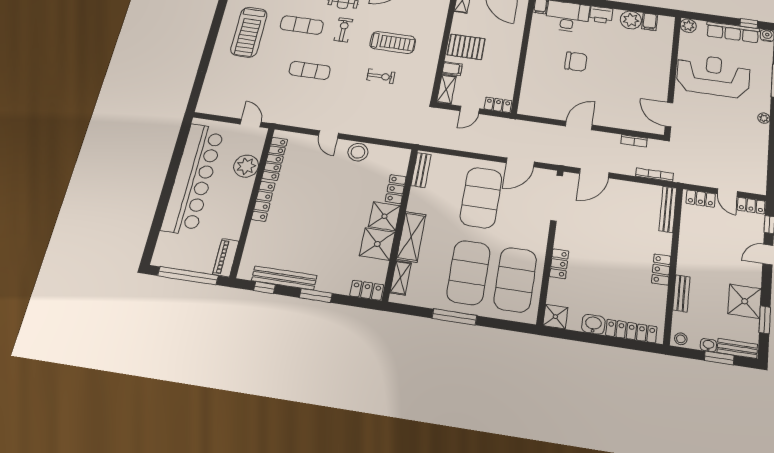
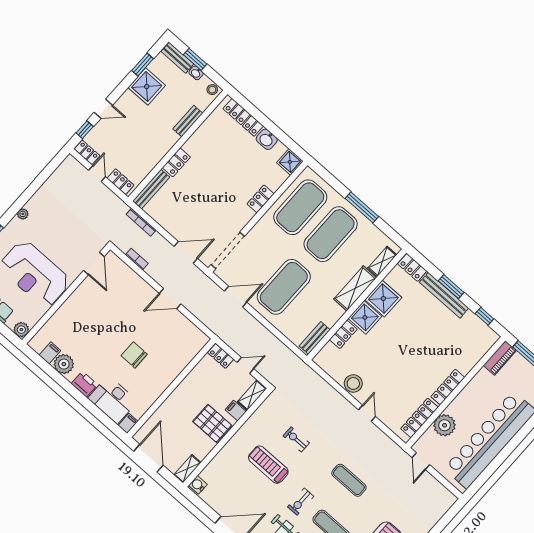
locker: (661, 269) -> (176, 162), moved
bench: (284, 278) -> (444, 295), moved

